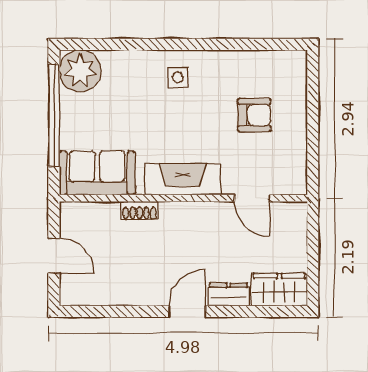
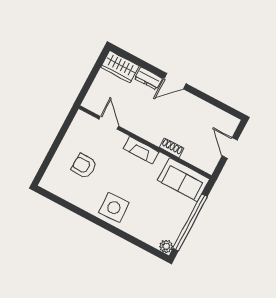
plant: (80, 71) -> (166, 246), width x0.53, depth x0.53
side table: (178, 77) -> (114, 208), width x1.87, depth x1.87
fireplace: (183, 179) -> (141, 150), width x0.73, depth x0.76

